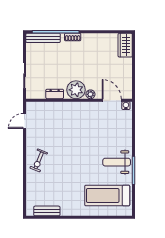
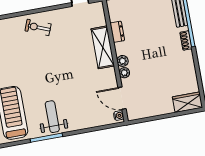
plant: (76, 90) -> (122, 61), width x0.53, depth x0.53
door: (112, 100) -> (122, 98), swing flipped
shelving: (66, 109) -> (103, 47), added

